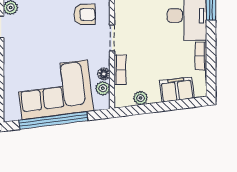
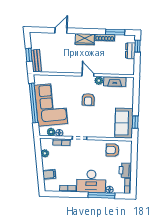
armchair: (85, 14) -> (88, 99), moved
filing cabinet: (177, 90) -> (49, 174), width x0.50

